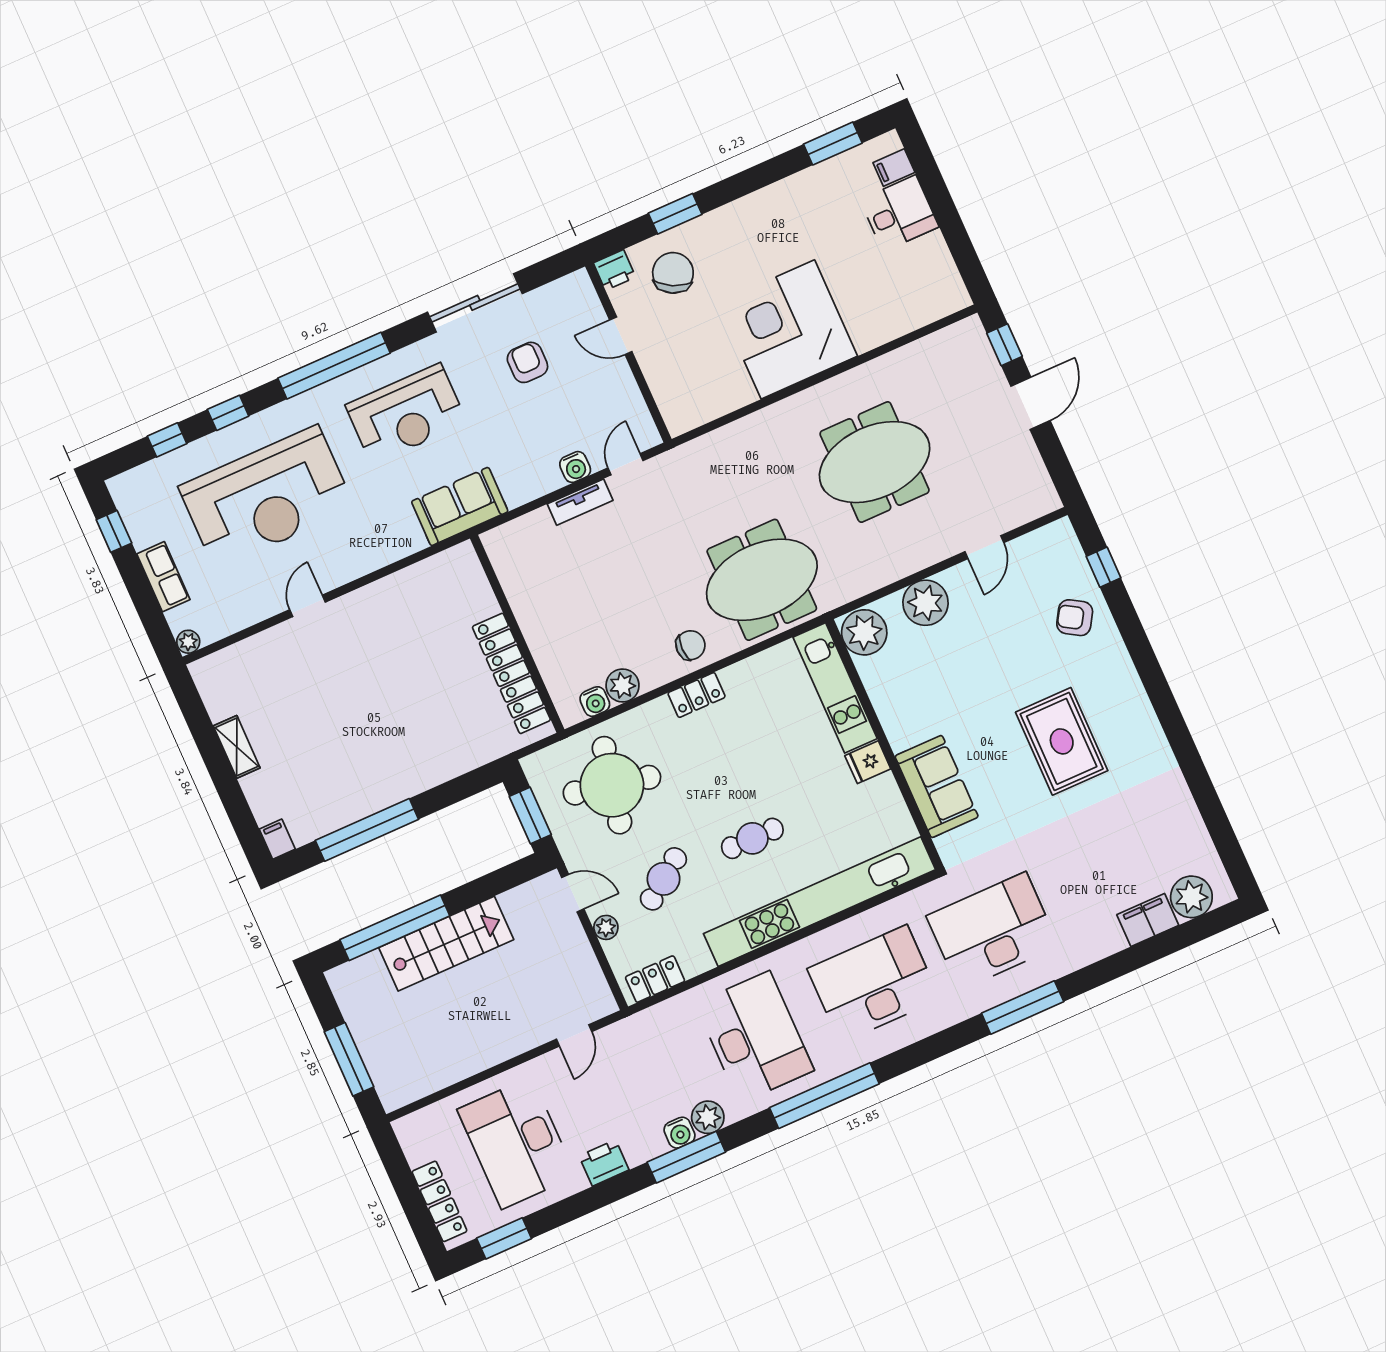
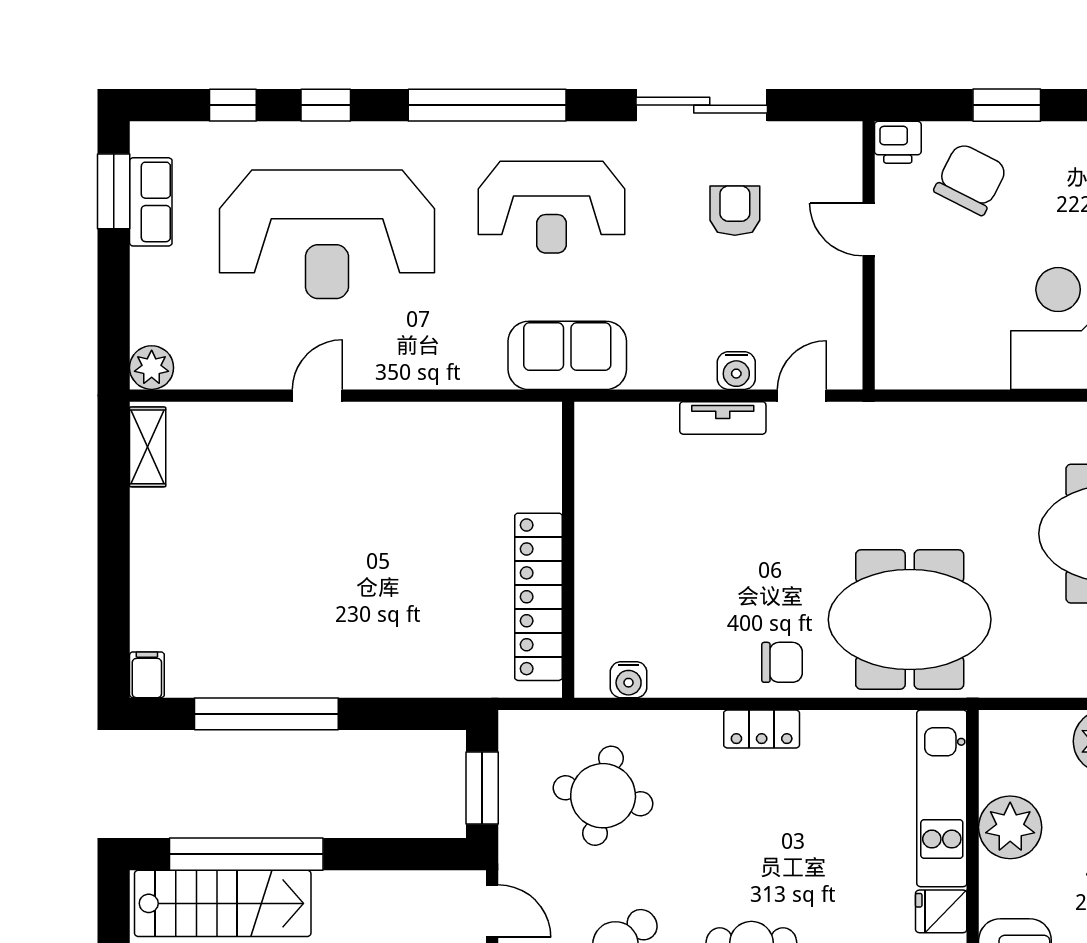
window: (114, 531) -> (114, 191), width x1.50
row of seats: (163, 577) -> (151, 202), moved
plant: (864, 632) -> (1010, 827), moved
plant: (188, 642) -> (152, 368), width x1.38, depth x1.38
plant: (622, 685) -> (673, 675), removed
shelving: (237, 747) -> (148, 447), moved
round table: (612, 785) -> (603, 796), width x0.73, depth x0.73
stairs: (446, 944) -> (223, 903), moved

